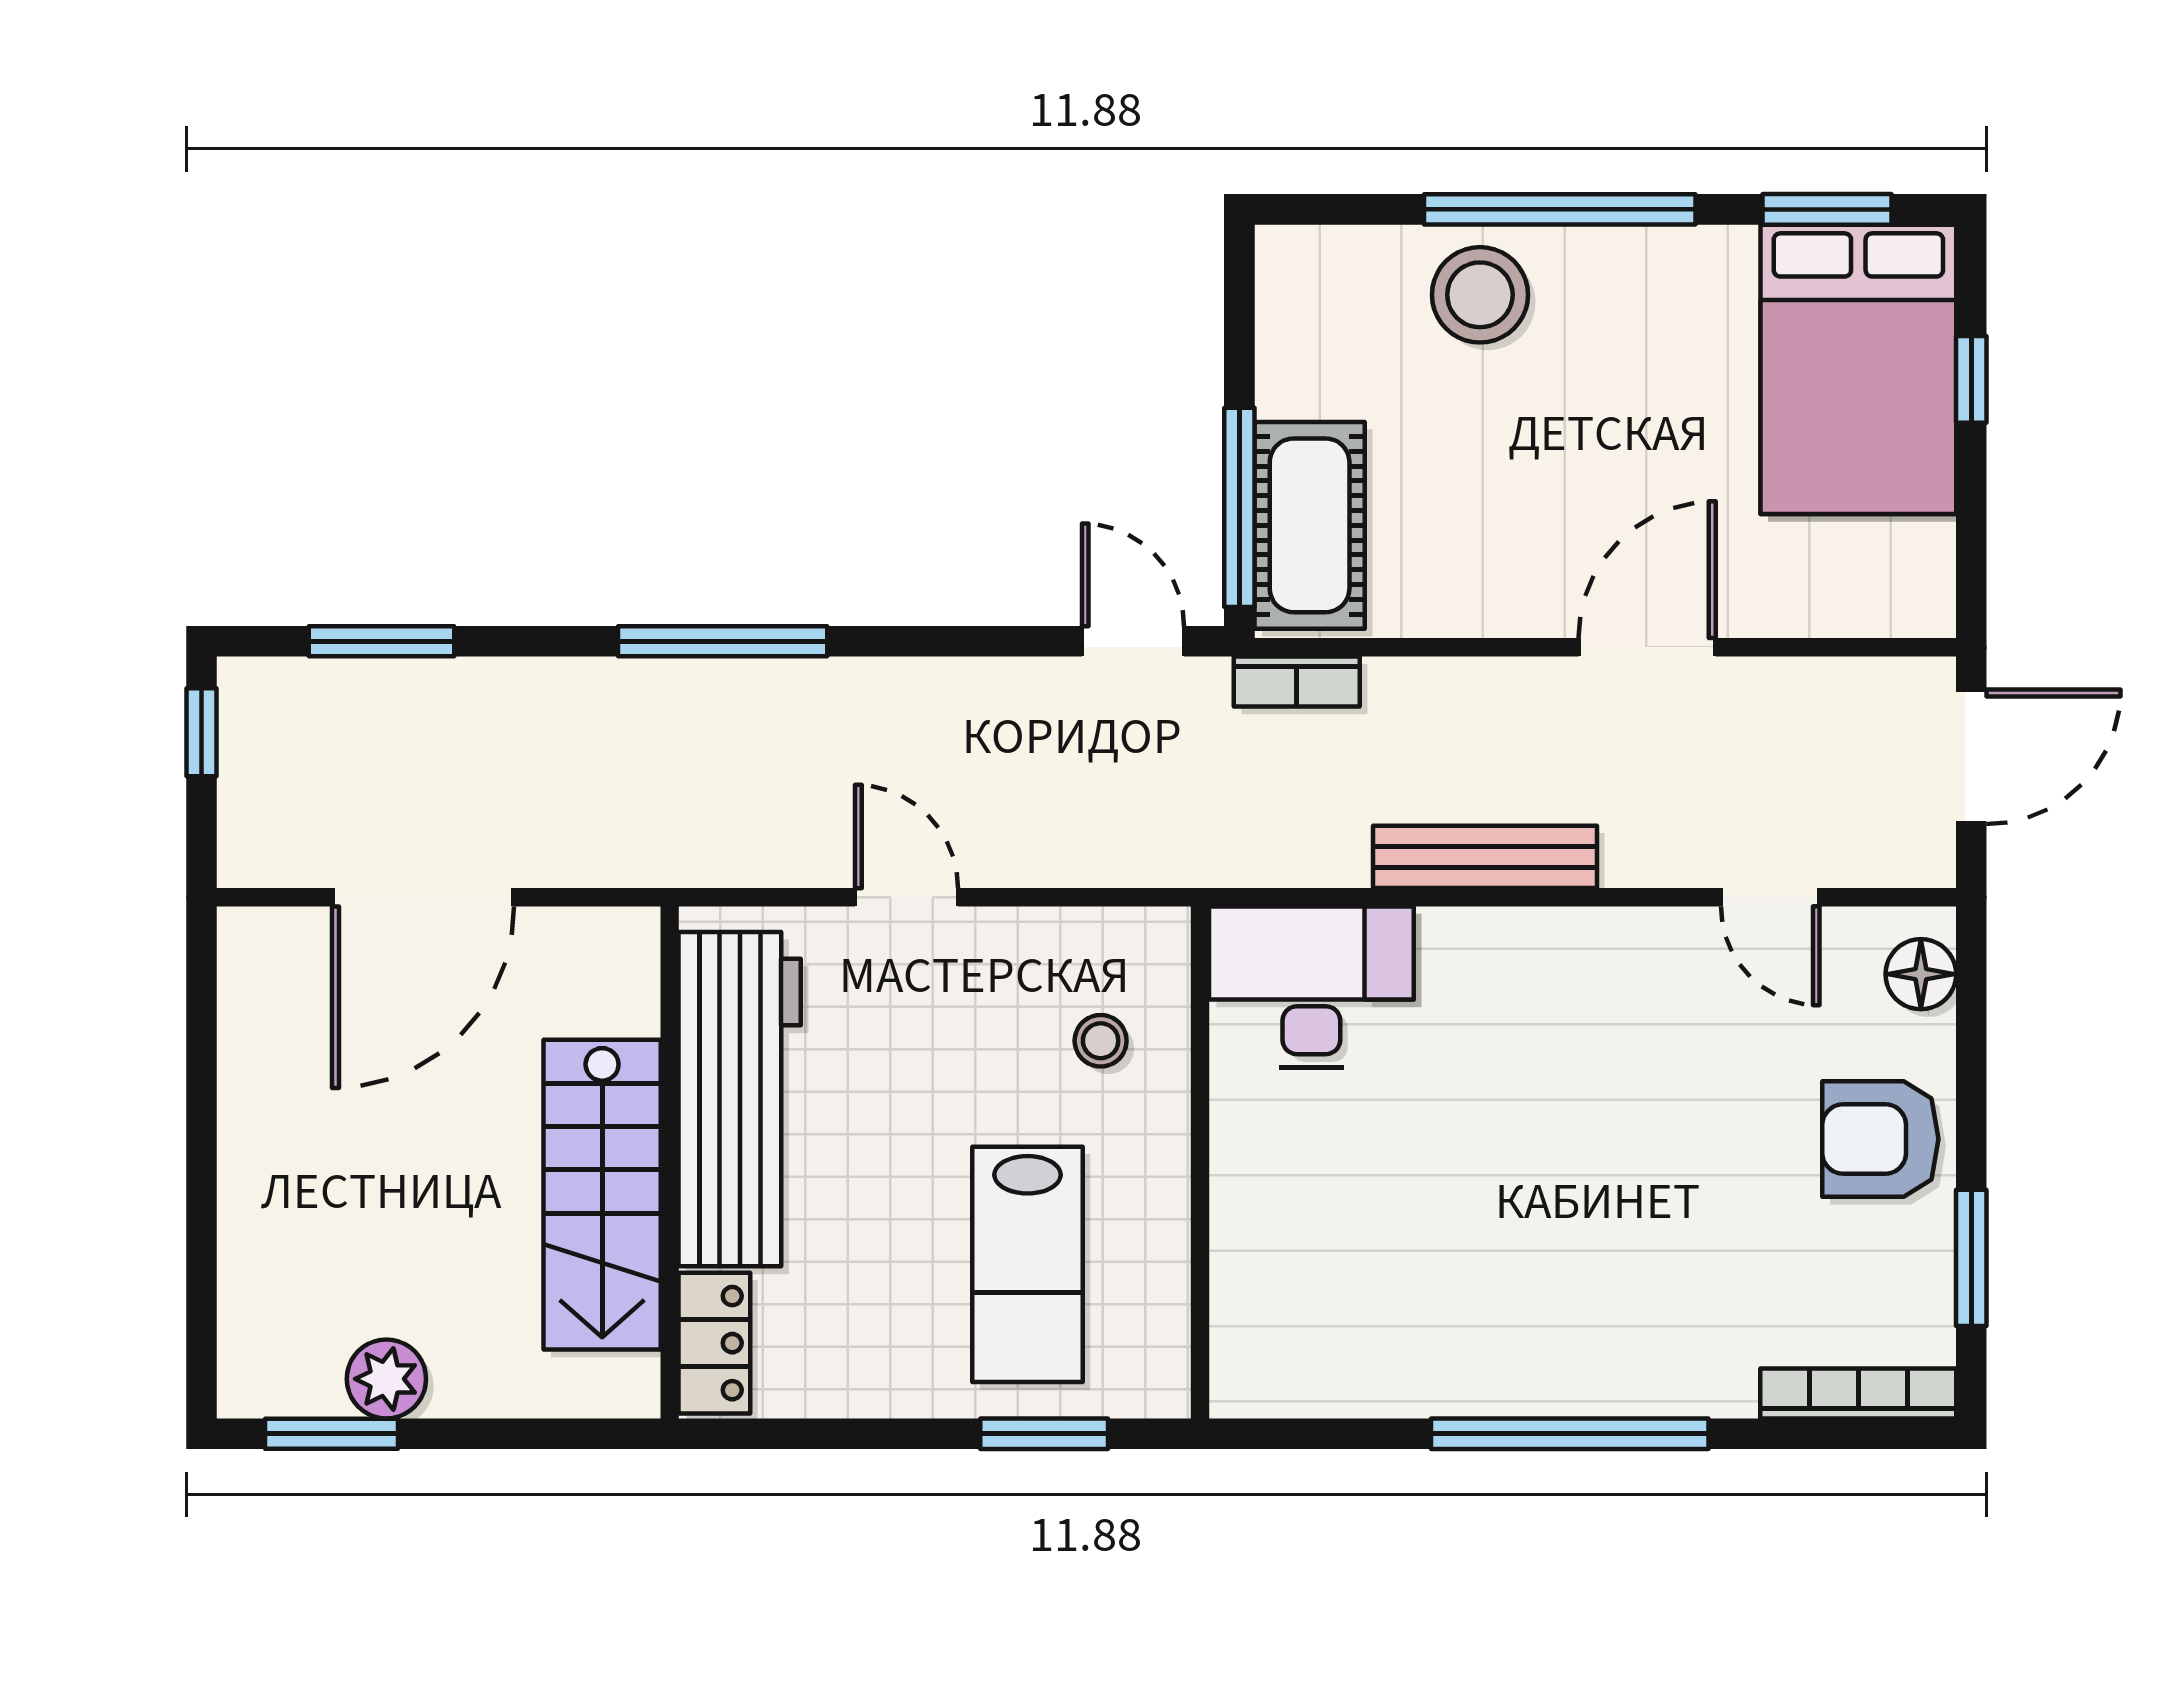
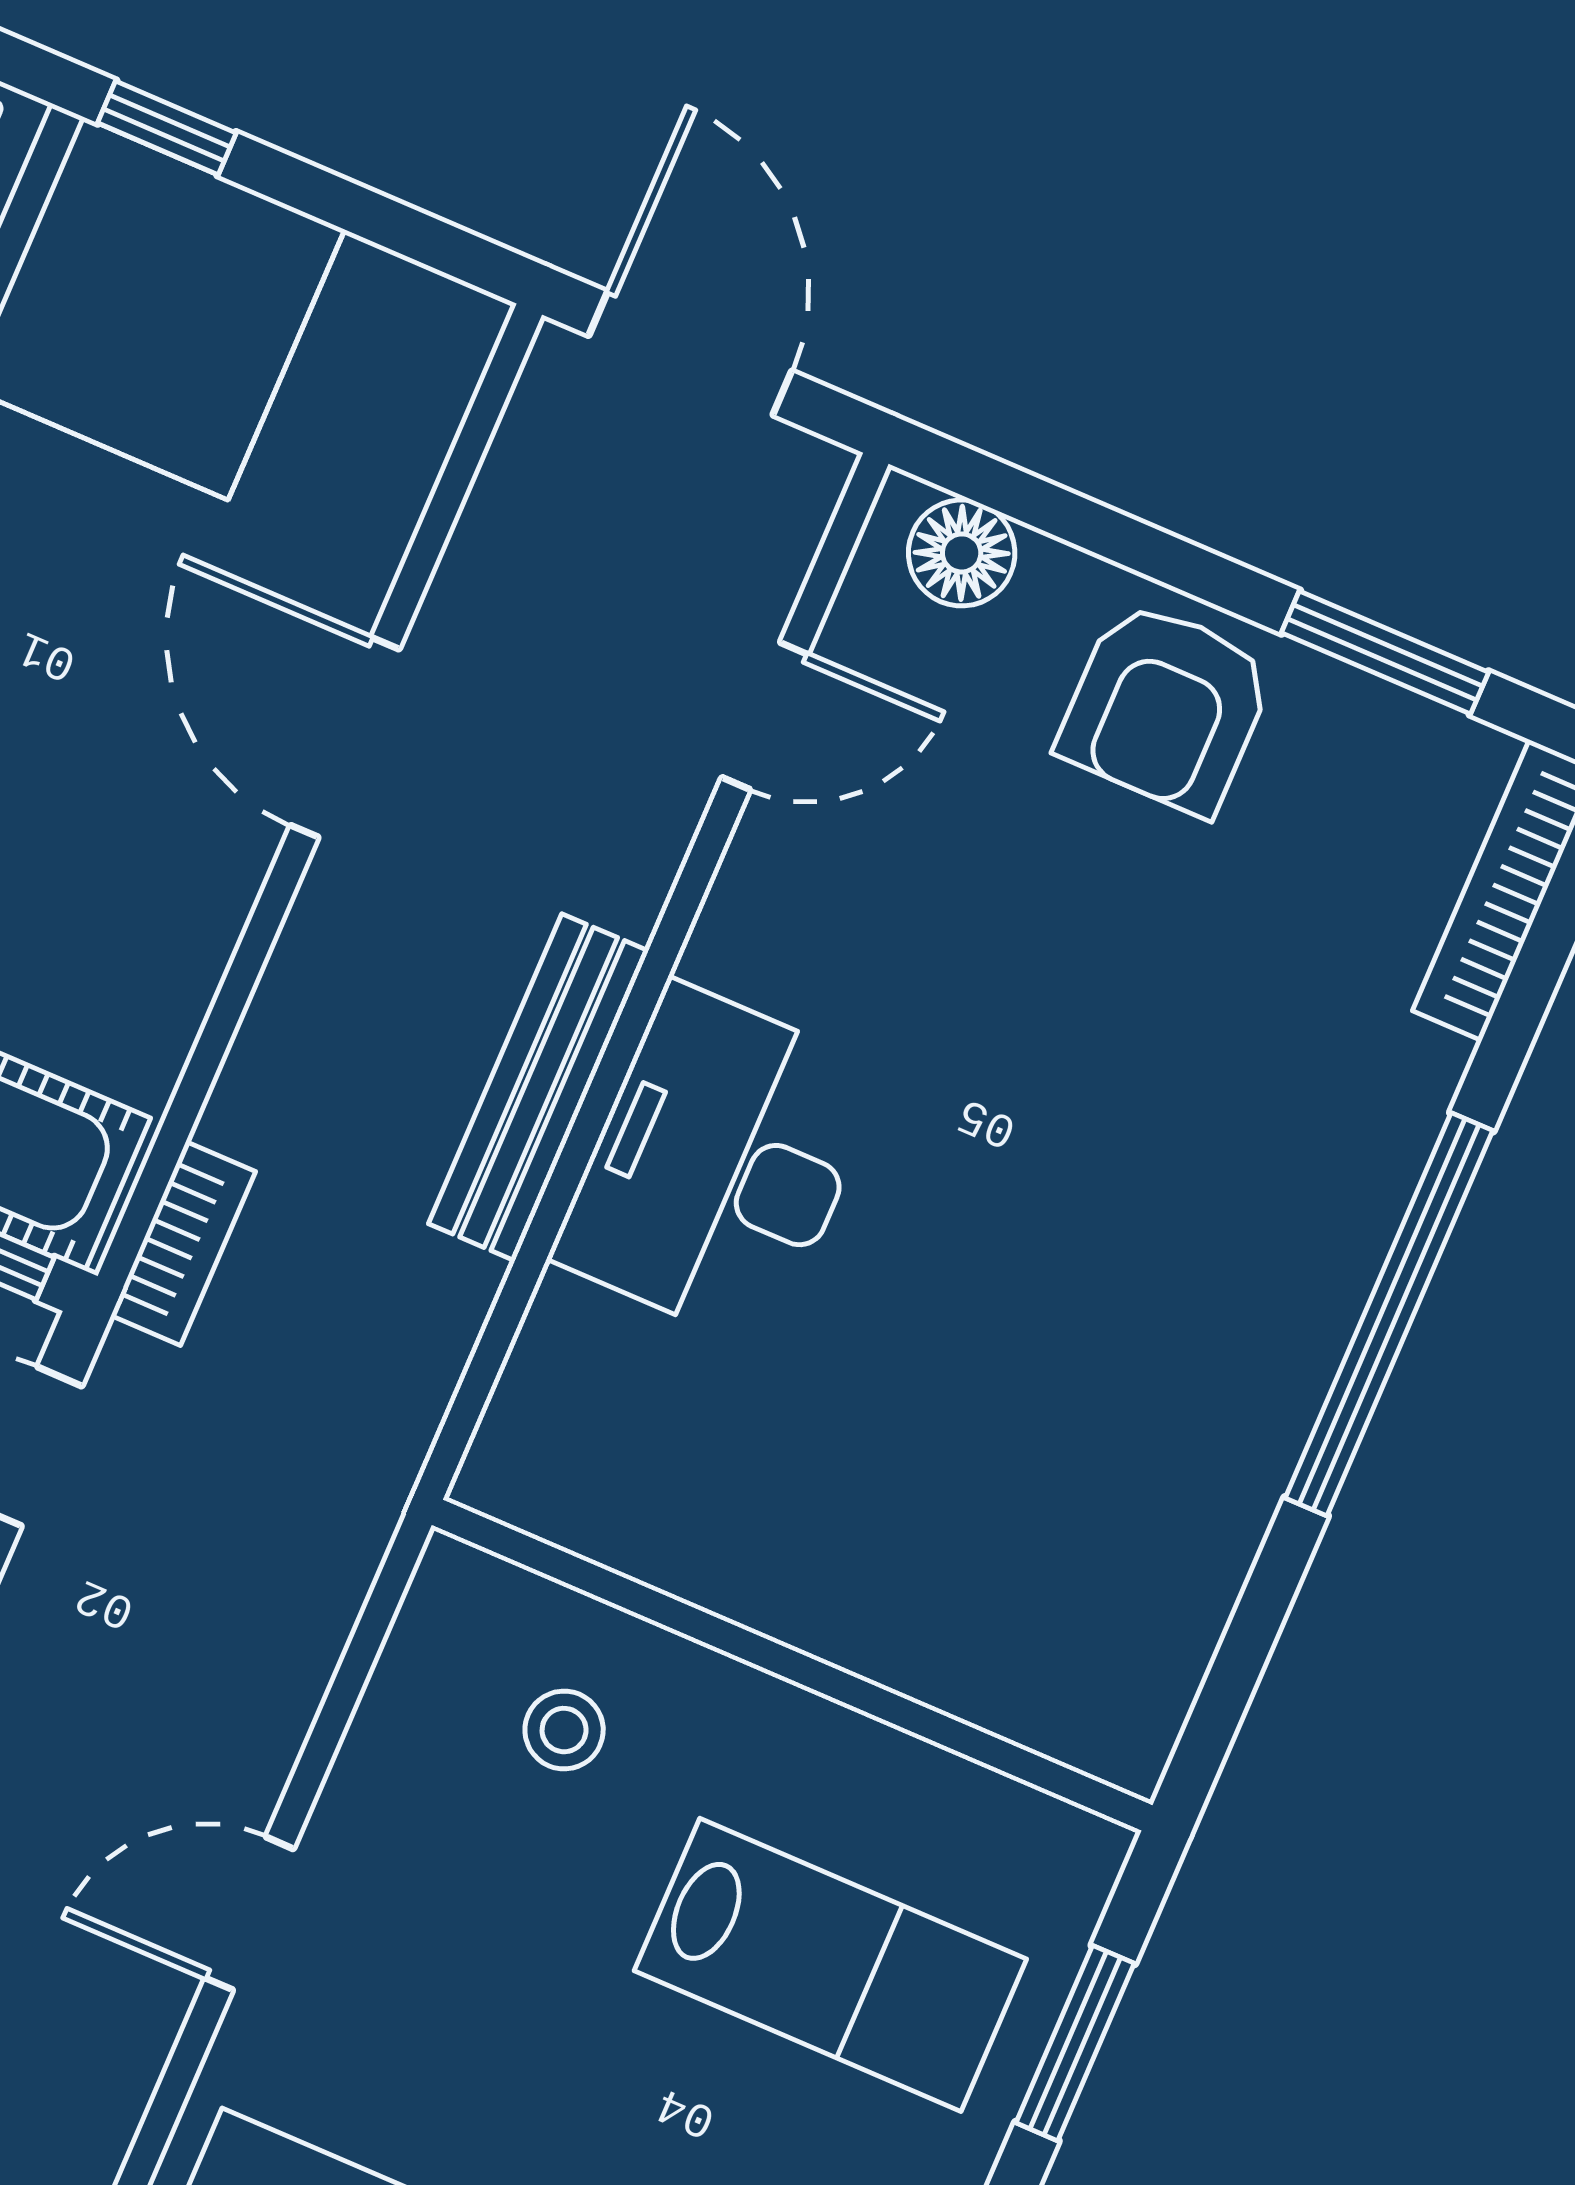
desk: (1311, 987) -> (719, 1165), moved

